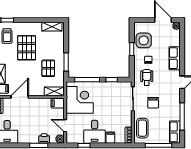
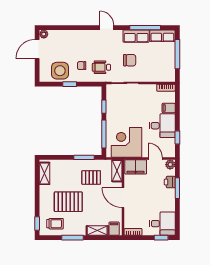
row of seats: (175, 58) -> (136, 36), moved
door: (20, 97) -> (123, 198), moved
filing cabinet: (58, 103) -> (136, 167), width x2.00
door: (65, 126) -> (155, 159), swing flipped
coffee table: (142, 128) -> (158, 72), removed

